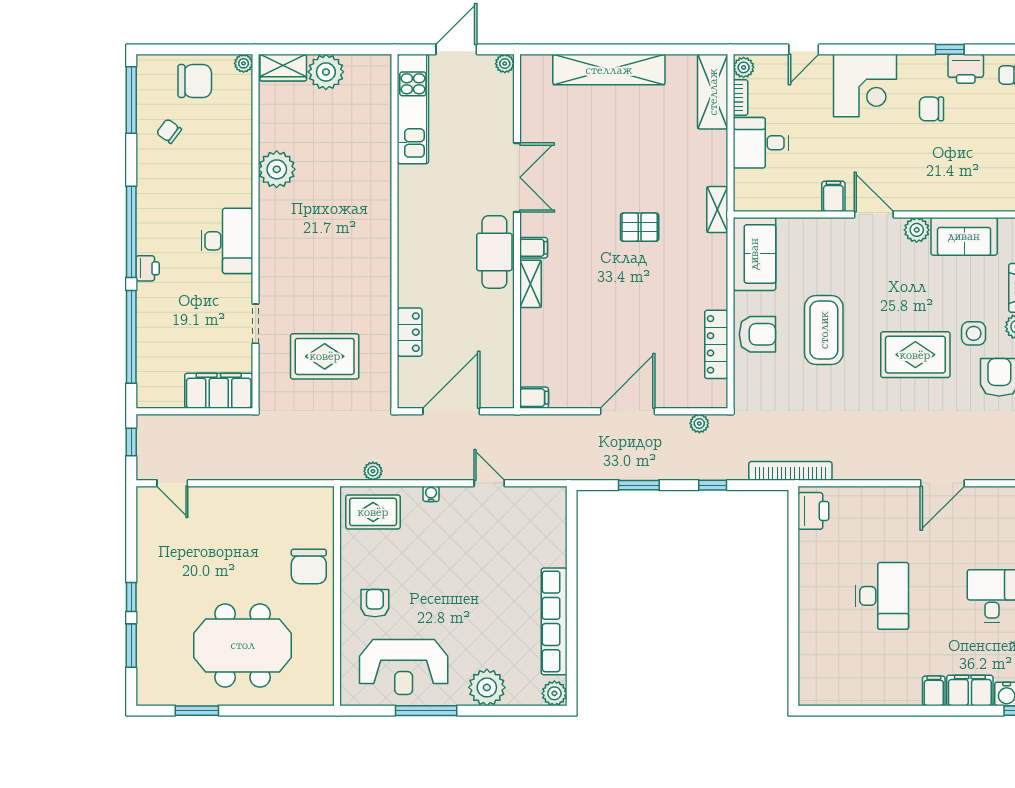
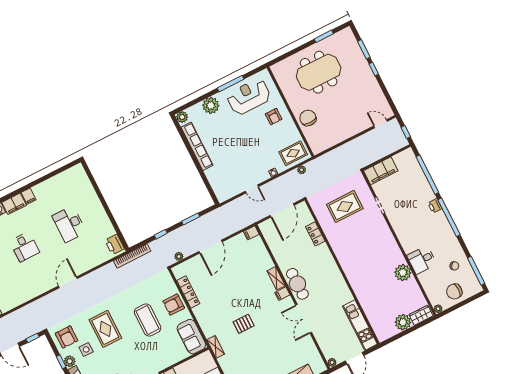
desk: (227, 241) -> (422, 260), moved, width x0.73
rug: (915, 355) -> (105, 329), turned 90

